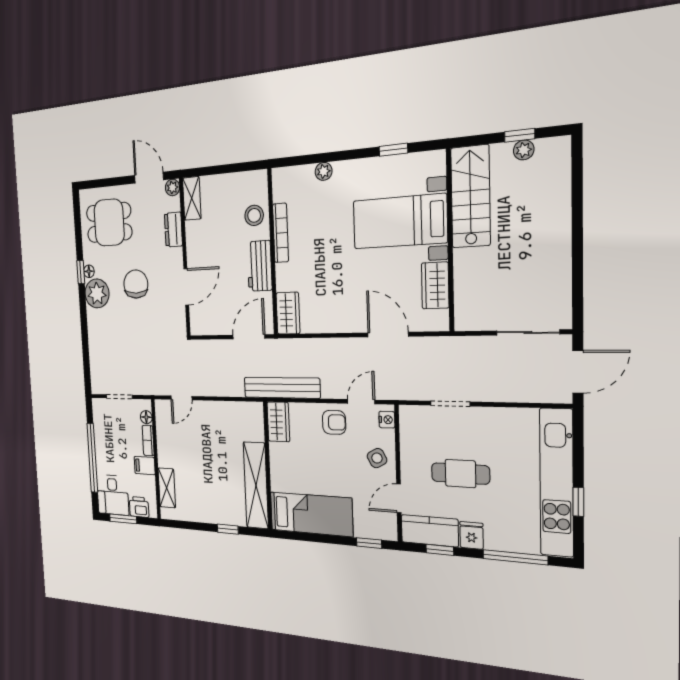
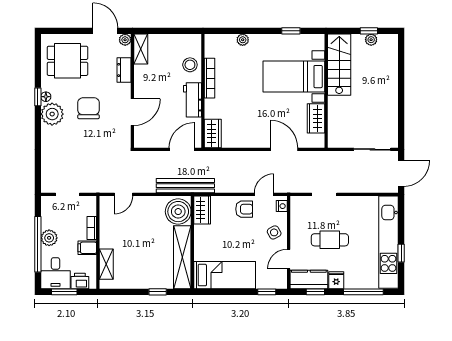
bench: (282, 388) -> (185, 186), moved
floor lamp: (146, 417) -> (91, 210), removed
boiler: (248, 423) -> (178, 212), added
plant: (103, 451) -> (49, 238), added

